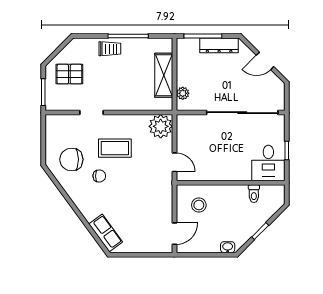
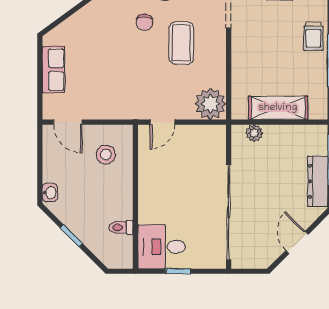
row of seats: (106, 233) -> (54, 70), moved, turned -54

